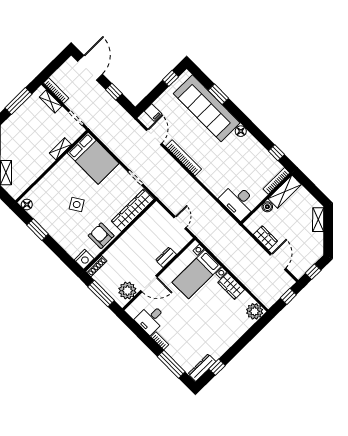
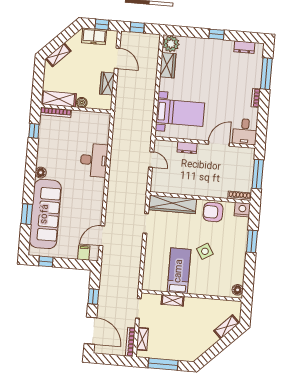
door: (90, 68) -> (90, 331), swing flipped
bed: (93, 158) -> (179, 271), moved, width x0.67
bookcase: (184, 158) -> (99, 199), removed
desk: (238, 201) -> (94, 160), moved
door: (180, 223) -> (151, 159), swing flipped
window: (38, 230) -> (252, 241), moved
armchair: (101, 236) -> (213, 212), turned 90
freezer: (309, 258) -> (94, 36), added
door: (278, 262) -> (117, 58), swing flipped
door: (149, 284) -> (219, 144), hinge flipped
wardrobe: (231, 286) -> (168, 65), moved
plant: (127, 291) -> (238, 156), removed
desk: (151, 319) -> (245, 132), moved, turned 90
window: (217, 367) -> (217, 34), moved
dresser: (202, 368) -> (244, 47), width x0.70

